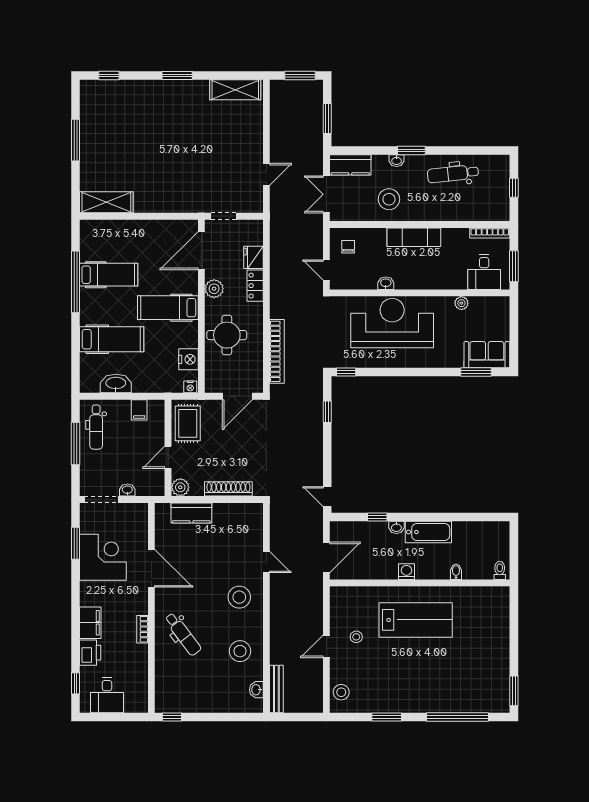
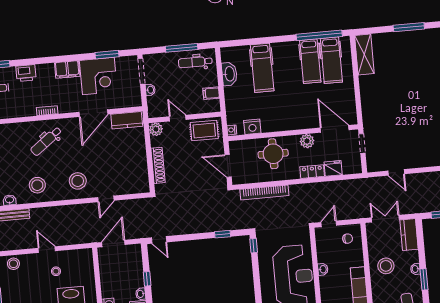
window: (76, 282) -> (319, 35), moved
hospital bed: (168, 308) -> (331, 60), moved, turned 180
door: (327, 497) -> (159, 240), swing flipped
kitchen counter: (191, 513) -> (127, 120), moved, turned -90
door: (326, 557) -> (113, 243), swing flipped
filing cabinet: (90, 623) -> (67, 69), moved

